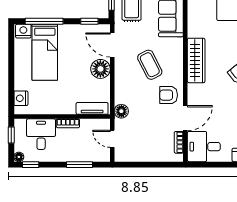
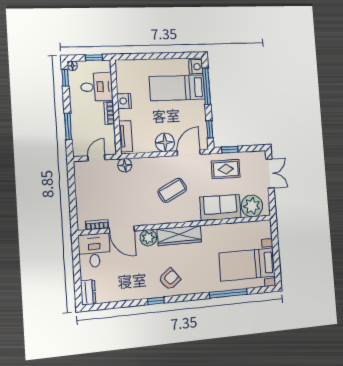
plant: (196, 92) -> (148, 238), added
armchair: (169, 95) -> (144, 211), removed
nightstand: (21, 98) -> (124, 101), moved, turned -90

